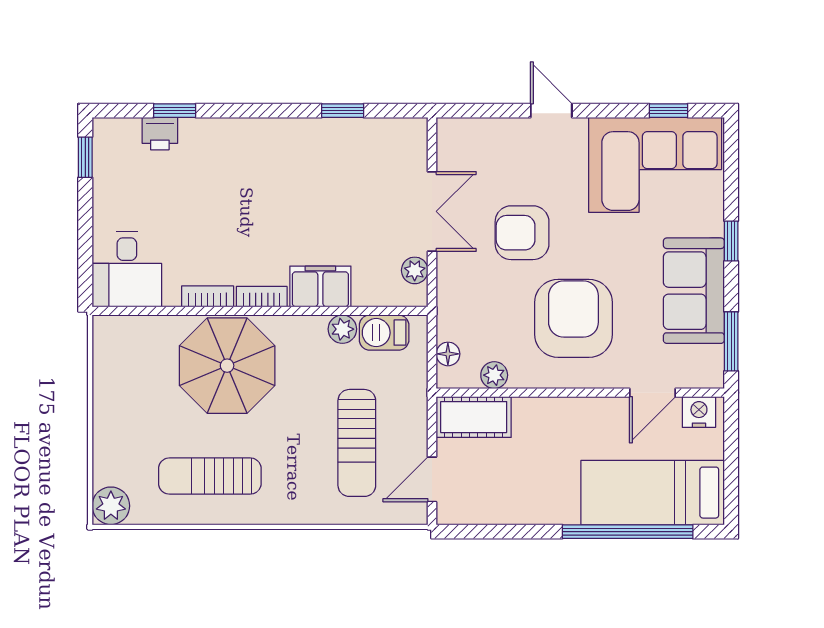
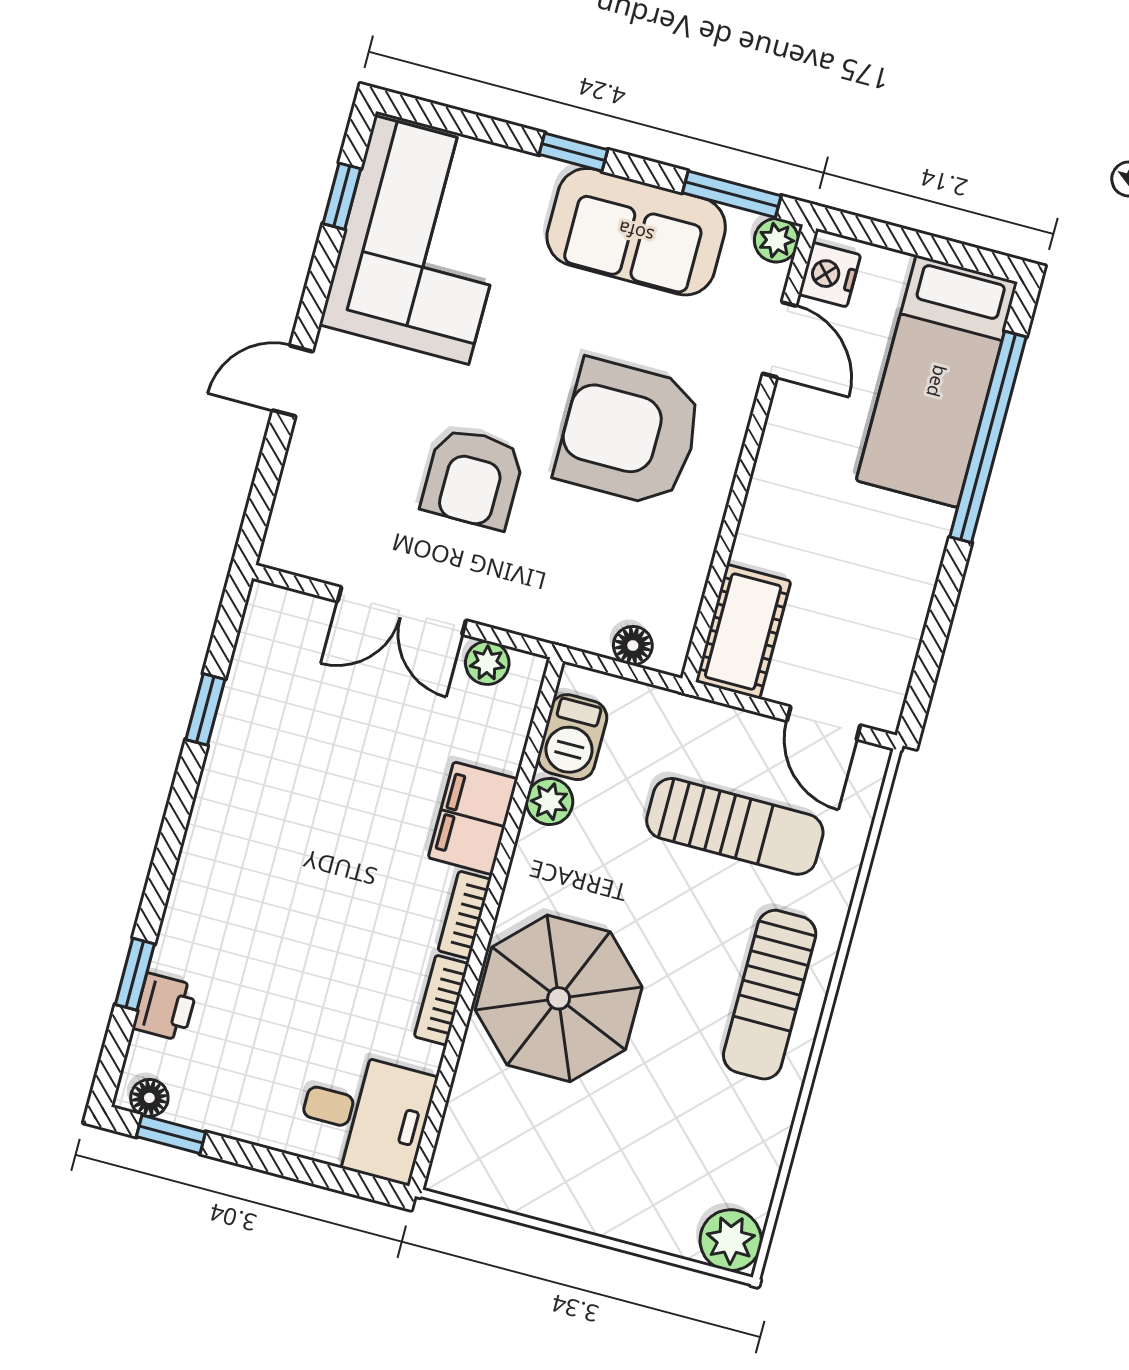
floor lamp: (104, 139) -> (149, 1098), added
double door: (432, 211) -> (402, 611), swing flipped
plant: (494, 375) -> (776, 240), moved
sun lounger: (210, 476) -> (770, 995), moved

